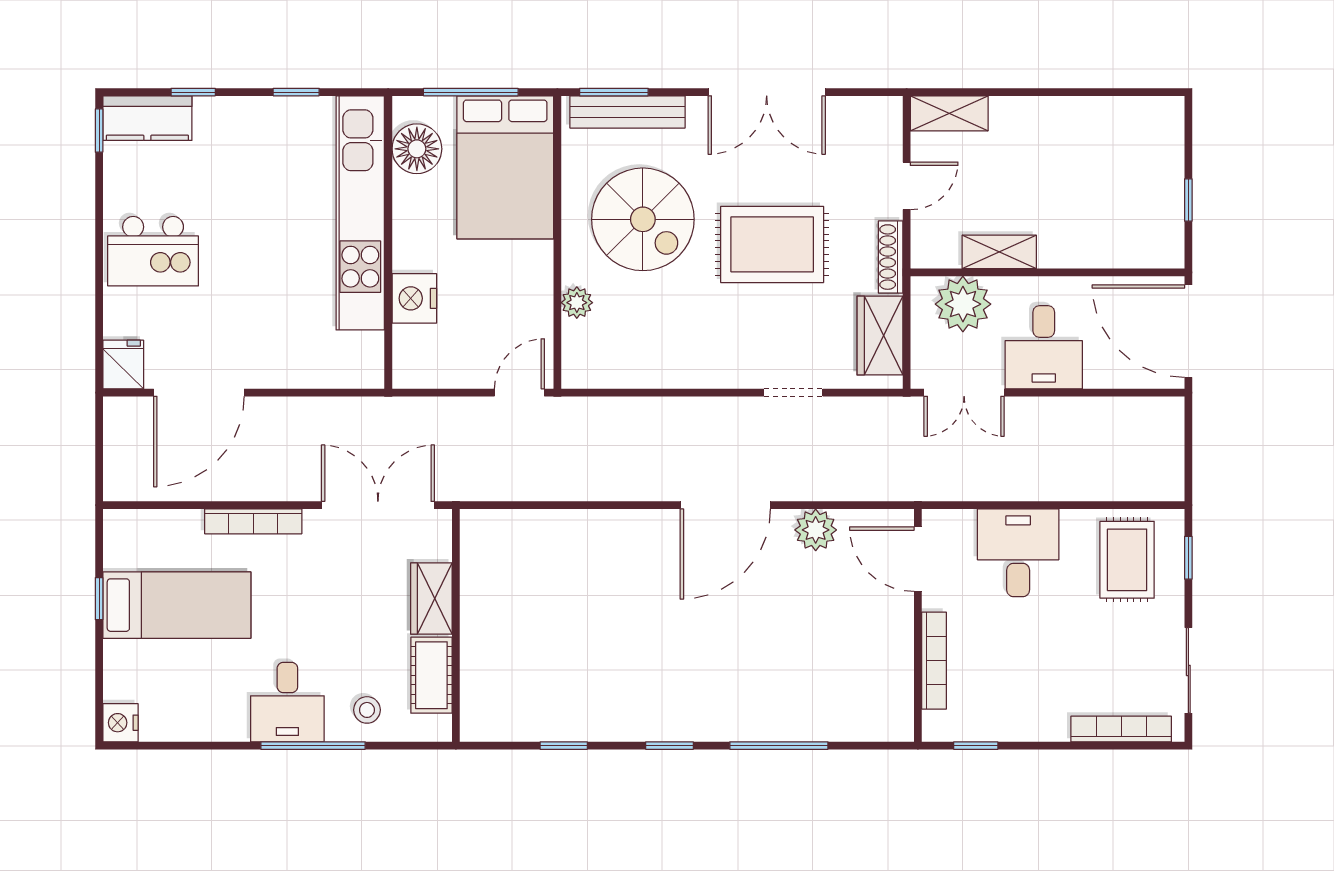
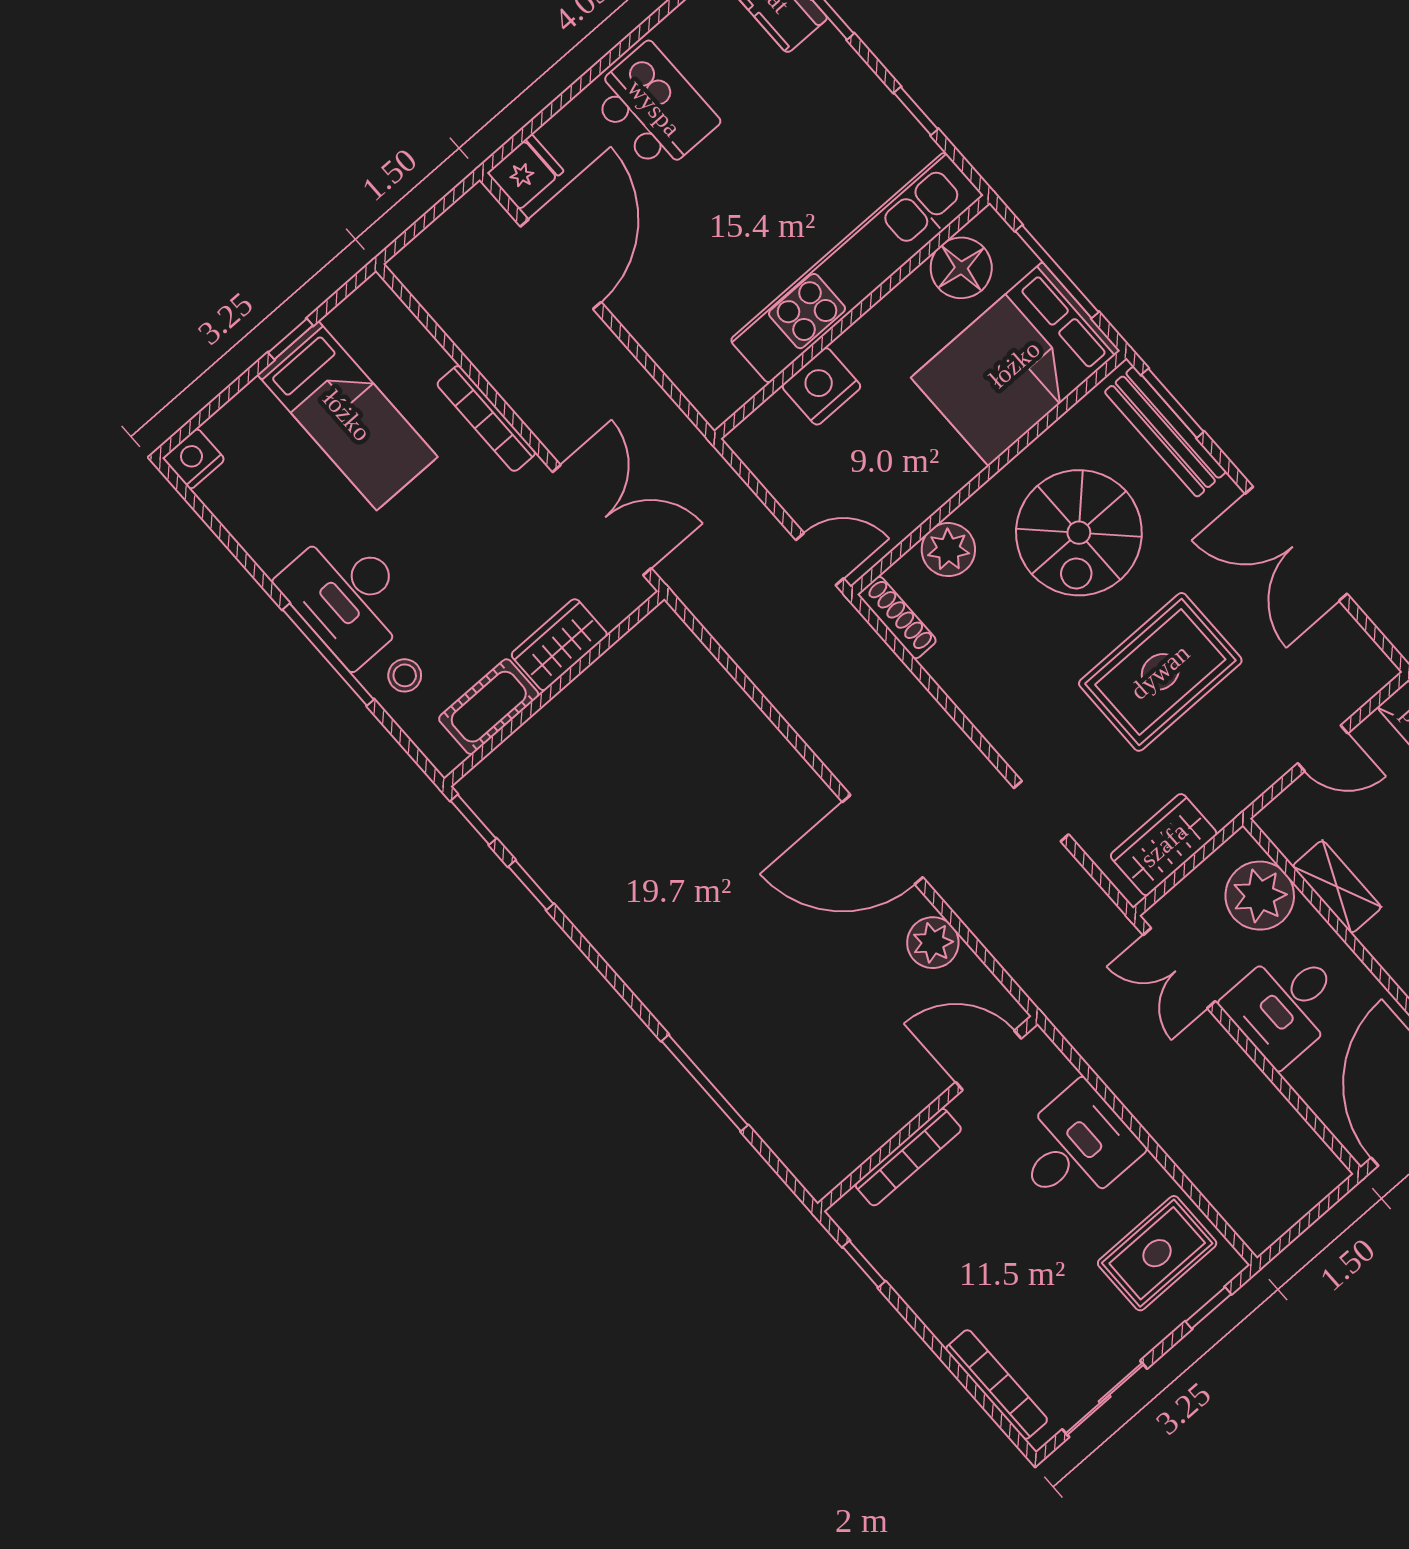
rug: (772, 244) -> (1160, 672), turned 90
kitchen island: (153, 251) -> (654, 108), turned 180
shoe rack: (891, 257) -> (897, 618), moved, turned 90
plant: (577, 303) -> (948, 550), width x1.38, depth x1.38
door: (199, 393) -> (561, 264), swing flipped
door: (918, 559) -> (988, 1060), hinge flipped
desk: (287, 702) -> (348, 596), width x1.37
window: (669, 746) -> (473, 820), moved

